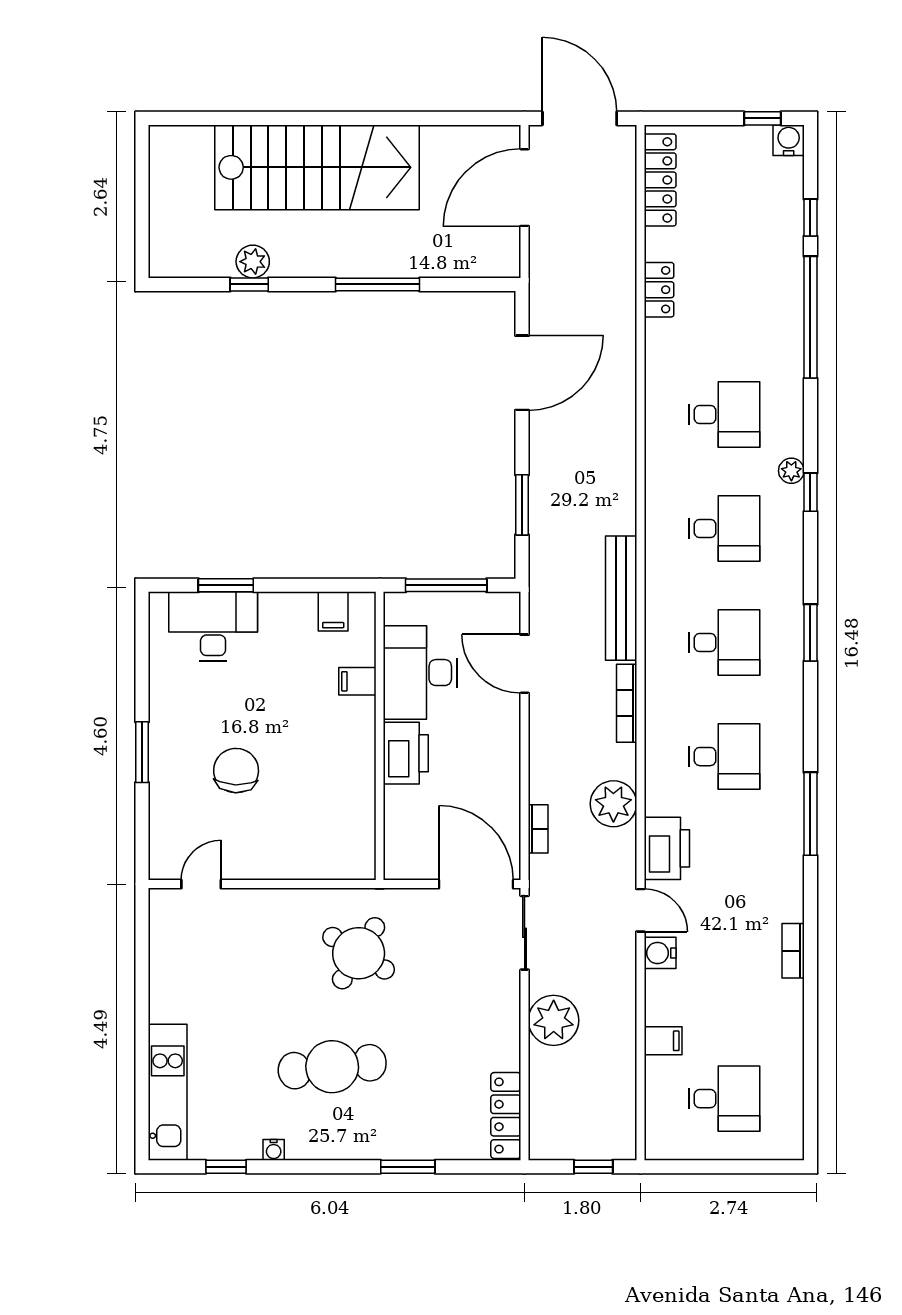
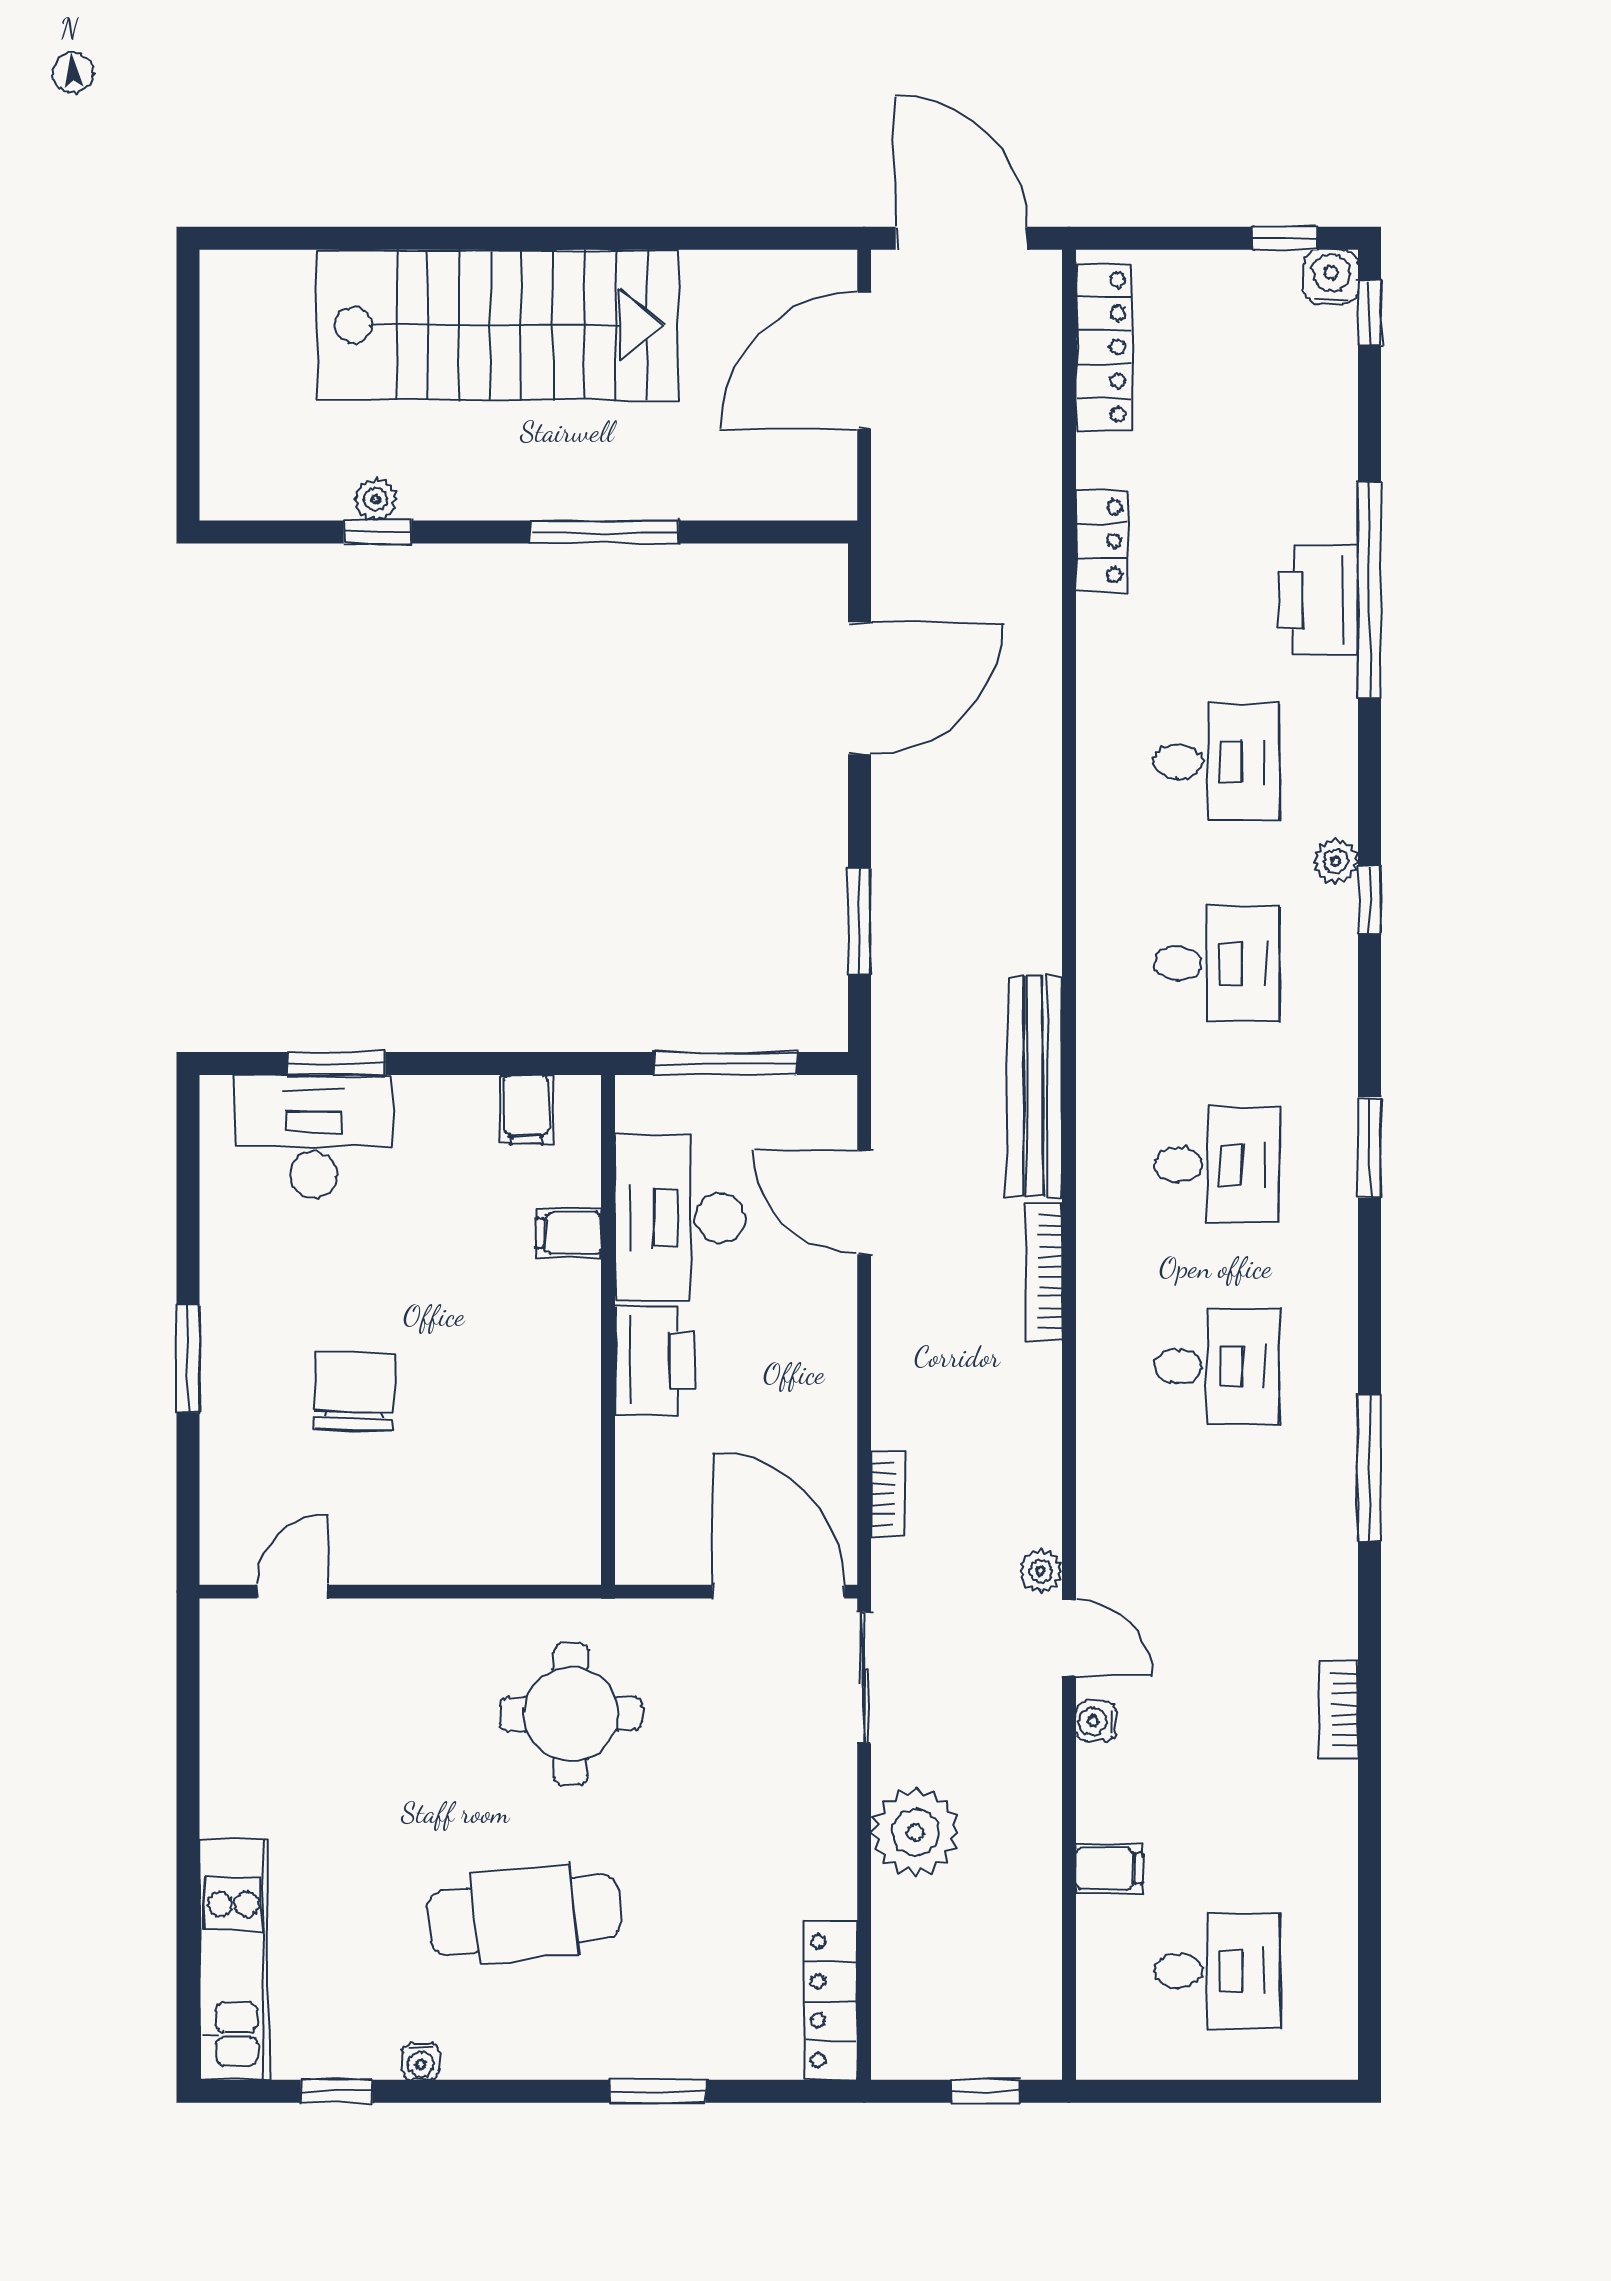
window: (810, 218) -> (1370, 313), moved
plant: (253, 262) -> (376, 499), width x0.73, depth x0.73
plant: (613, 804) -> (1040, 1571), moved, width x0.53, depth x0.53
printer: (667, 848) -> (1318, 600), moved, turned 180
round table: (359, 953) -> (571, 1714), turned -32
water cooler: (660, 953) -> (1096, 1721), width x0.72, depth x0.72

